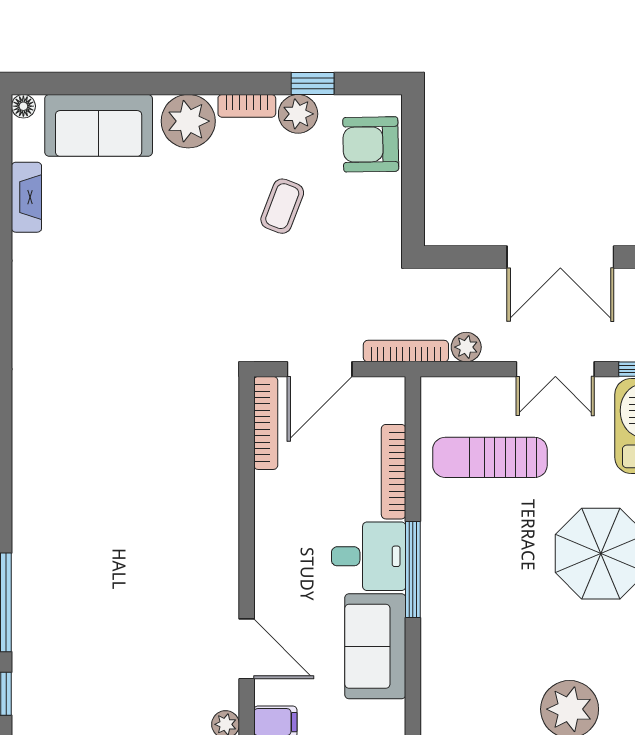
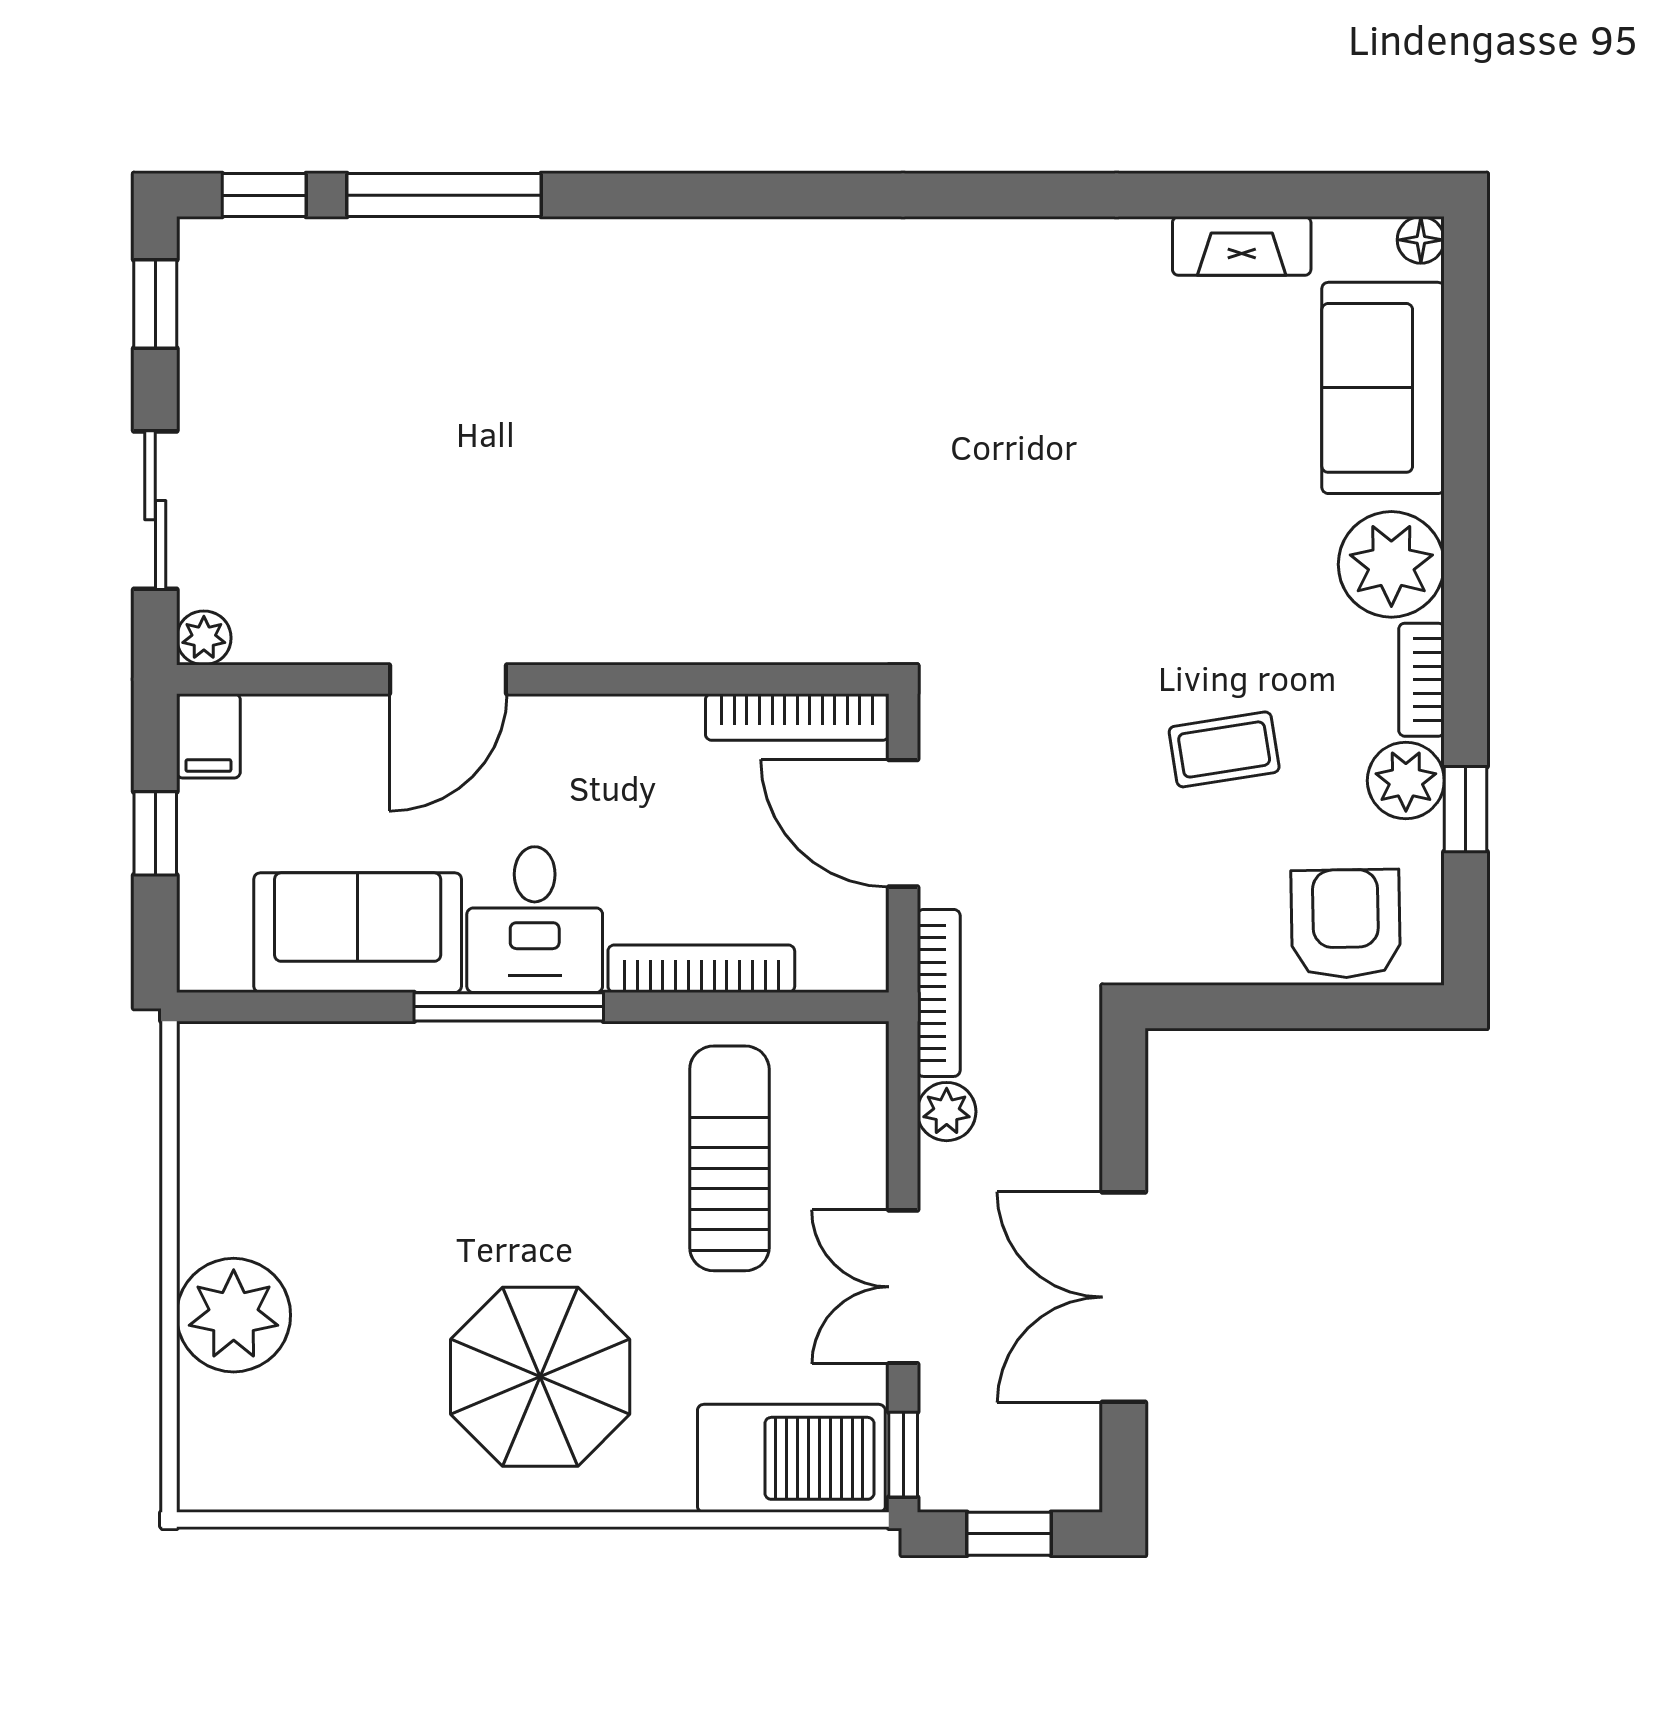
coffee table: (282, 206) -> (1224, 749), turned -30
door: (247, 649) -> (448, 679), moved

